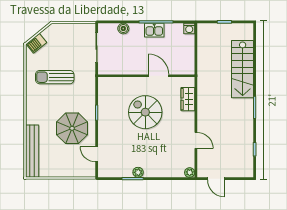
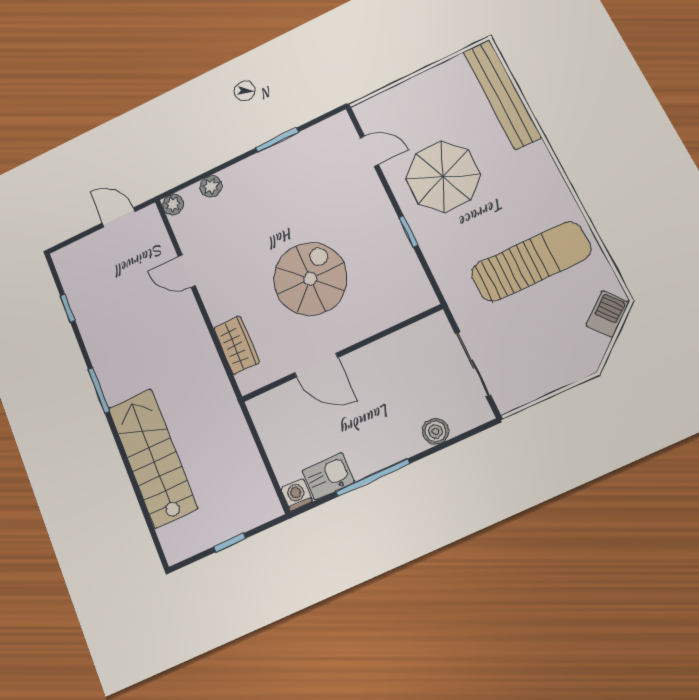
kitchen sink: (154, 30) -> (328, 476), moved
sun lounger: (55, 77) -> (531, 261), width x1.36, depth x1.34
spiral stairs: (145, 112) -> (310, 279), turned -90
plant: (138, 172) -> (211, 186), moved

